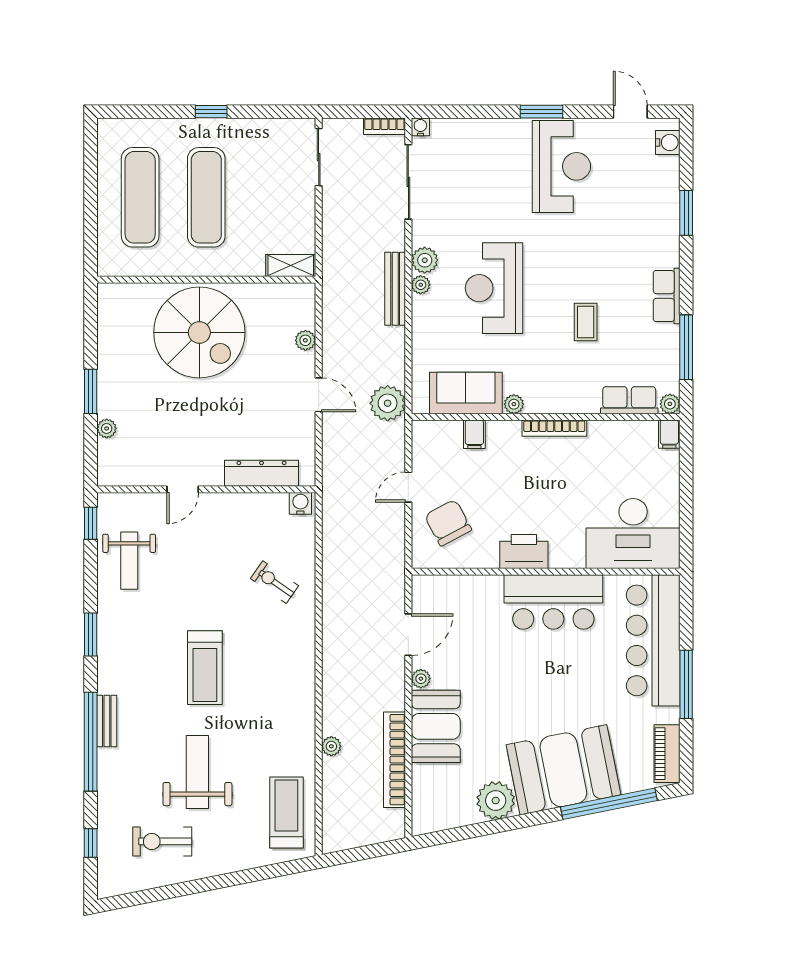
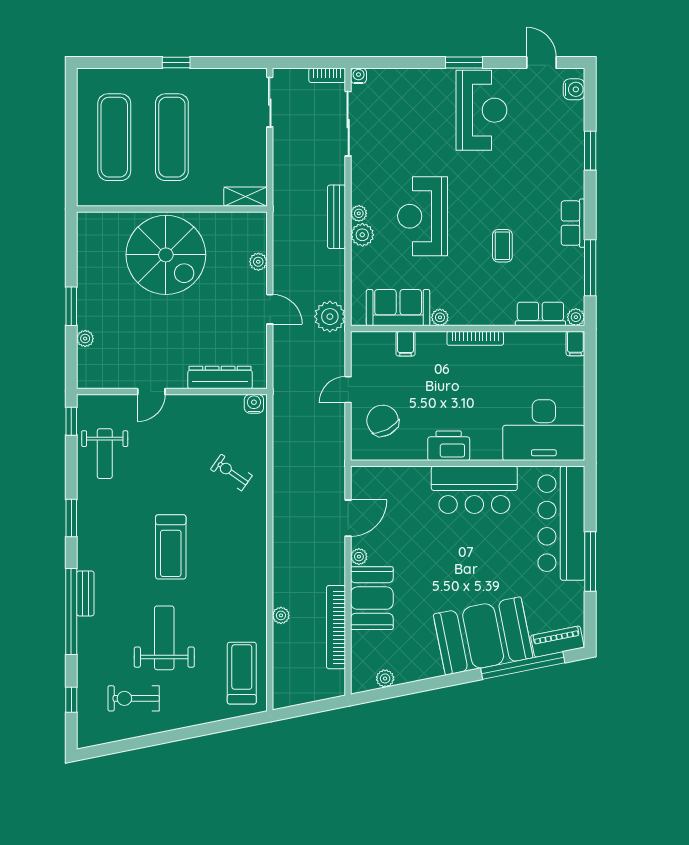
plant: (425, 260) -> (362, 235), moved
piano: (667, 754) -> (557, 642), moved, turned 79
plant: (496, 800) -> (385, 678), moved, width x0.53, depth x0.53

